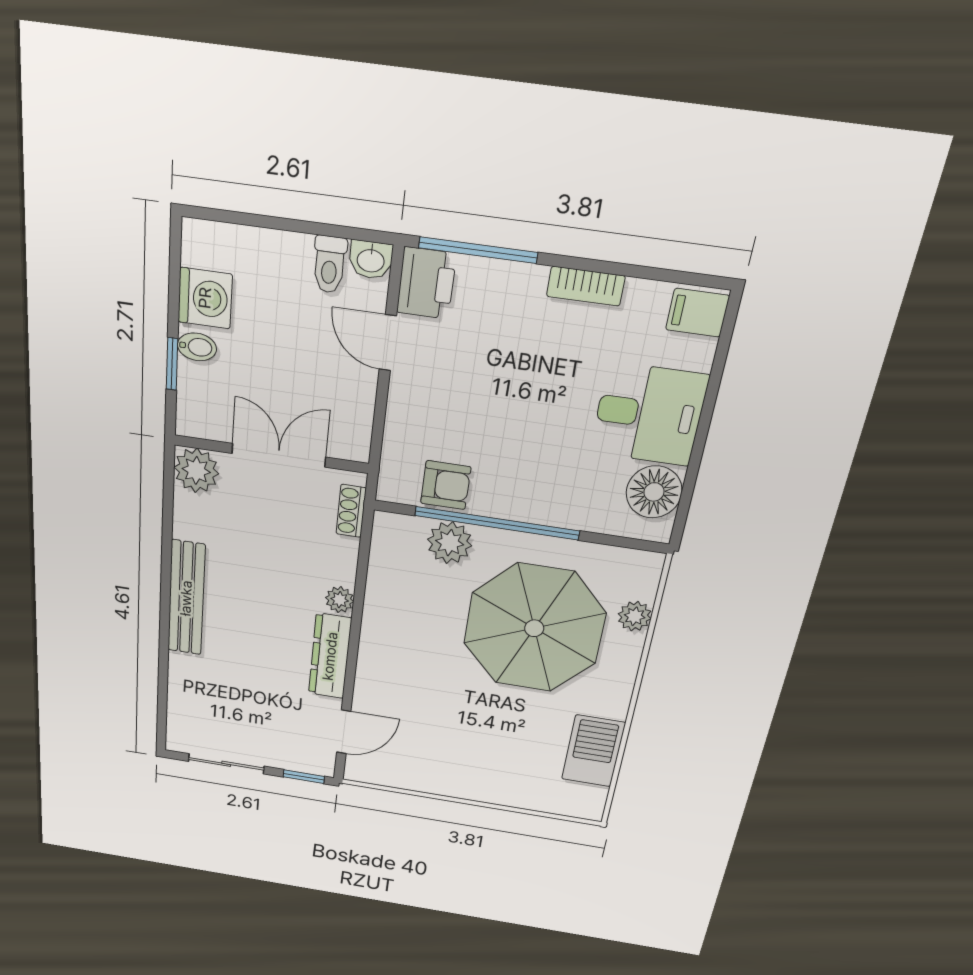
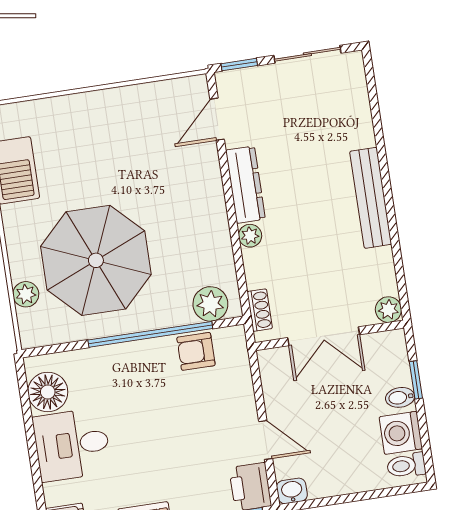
toilet: (329, 264) -> (406, 465), moved, turned -90
plant: (196, 470) -> (388, 310), width x0.73, depth x0.73
plant: (450, 543) -> (210, 304), moved

